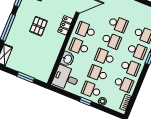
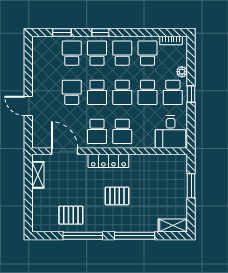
locker: (65, 25) -> (108, 161), width x1.53
school desk: (111, 41) -> (97, 92), turned 180
washbasin: (67, 59) -> (145, 140), removed

